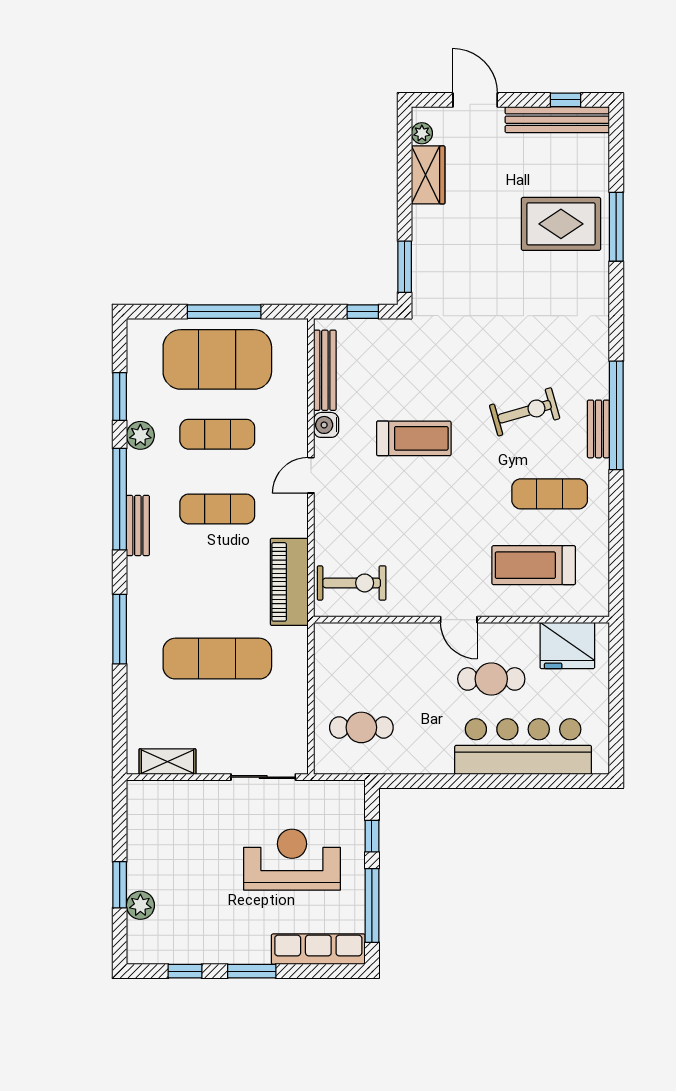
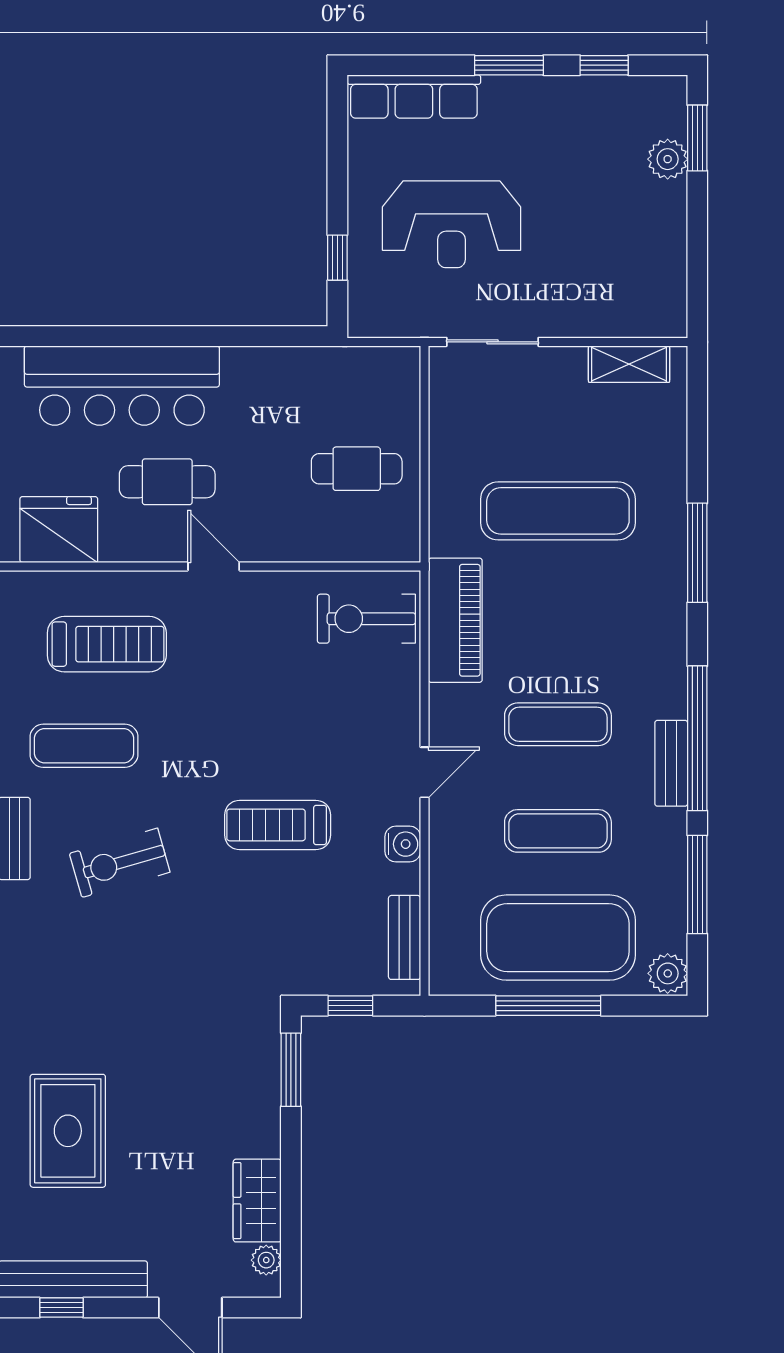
rug: (561, 224) -> (68, 1131), turned 90
bench: (325, 370) -> (405, 937), width x0.73
window: (120, 397) -> (697, 885), width x1.44
plant: (140, 435) -> (668, 973), moved
bench: (138, 526) -> (671, 763), moved
cafe table: (361, 727) -> (357, 469), moved
window: (120, 885) -> (697, 138), moved
window: (372, 905) -> (337, 159), removed

